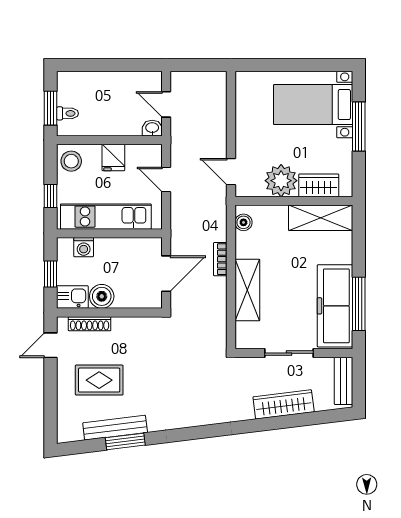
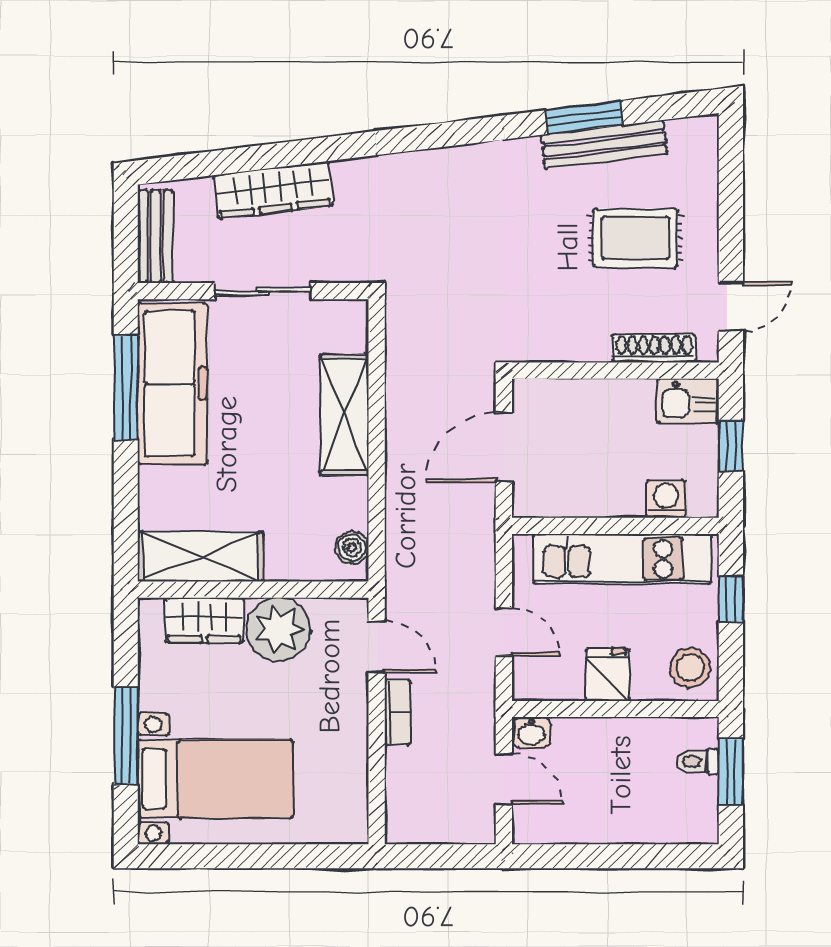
bookcase: (220, 259) -> (398, 712), moved
boiler: (102, 296) -> (630, 402), removed

